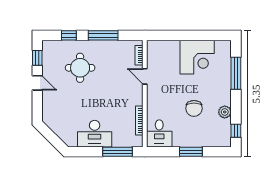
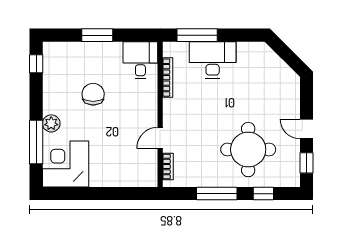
corner desk: (197, 57) -> (66, 164), moved
round table: (80, 68) -> (248, 150), width x1.36, depth x1.36
door: (145, 76) -> (160, 138), swing flipped
plant: (225, 112) -> (51, 123), moved
desk: (95, 134) -> (213, 60), moved

